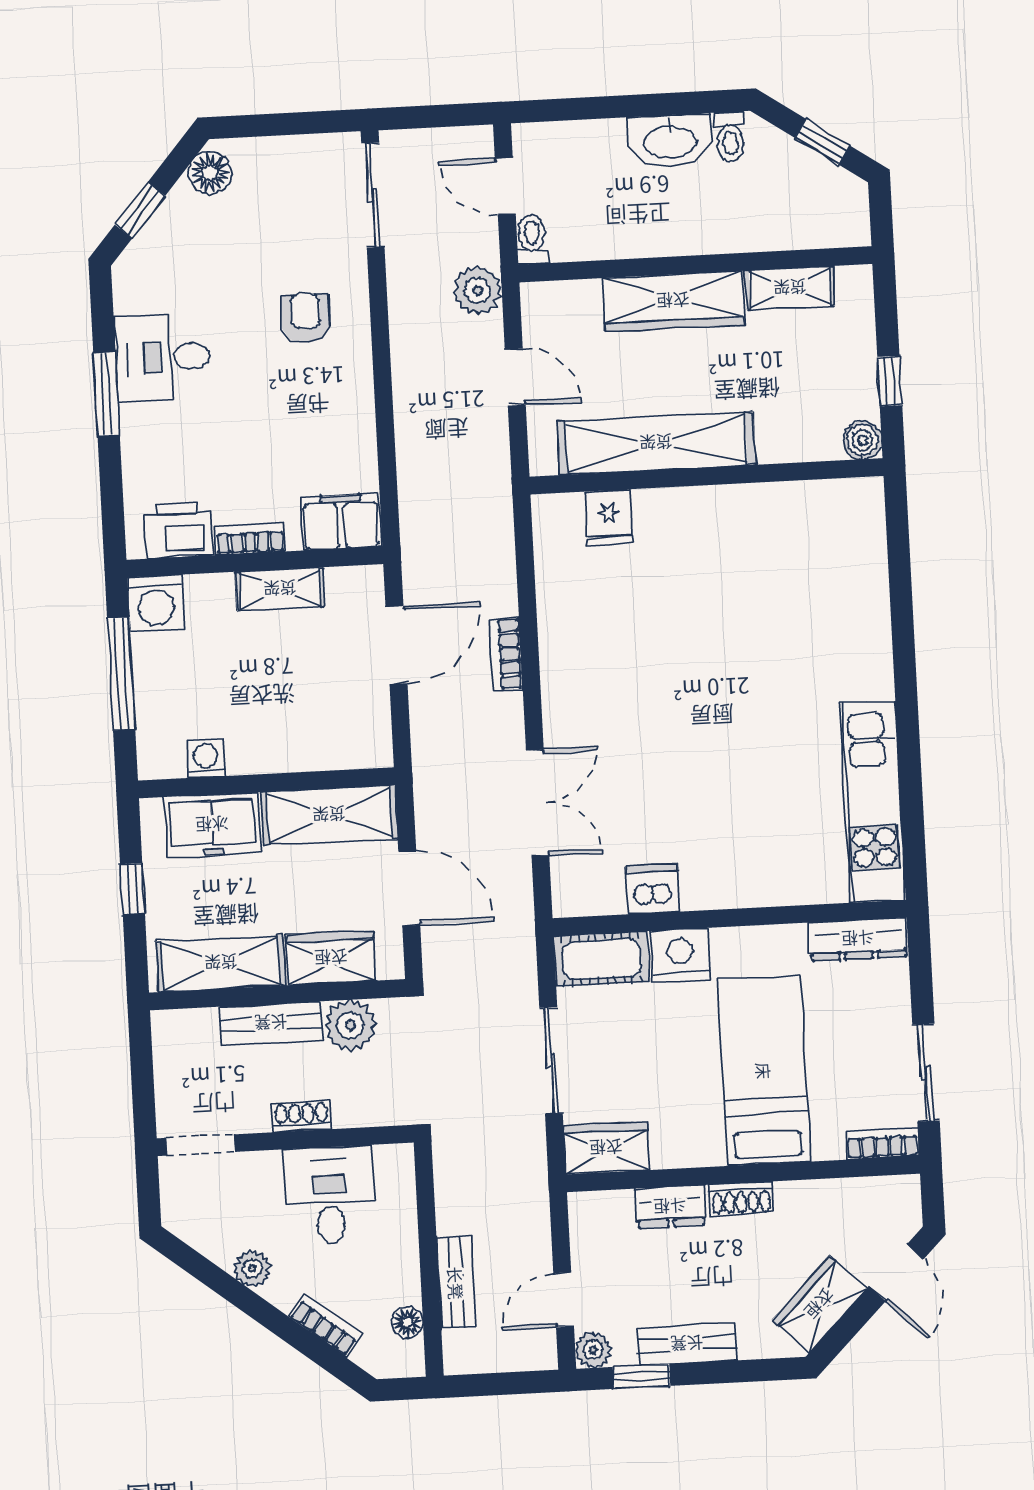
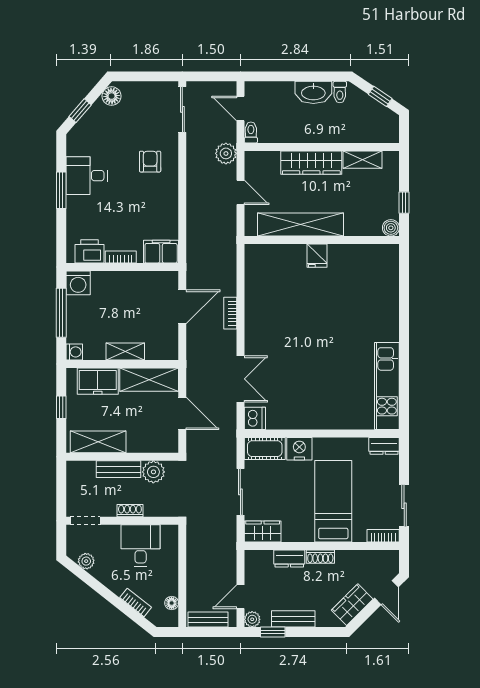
fridge: (608, 517) -> (317, 256), moved
shelving: (280, 589) -> (125, 351), moved
washing machine: (206, 758) -> (74, 352), moved, turned 90
dishwasher: (653, 889) -> (255, 418), moved, turned 90
dresser: (858, 939) -> (384, 446), width x0.70
wardrobe: (331, 958) -> (147, 442), removed
plant: (252, 1268) -> (86, 561), moved
bench: (456, 1283) -> (208, 620), moved, turned 90

